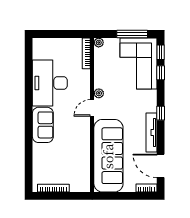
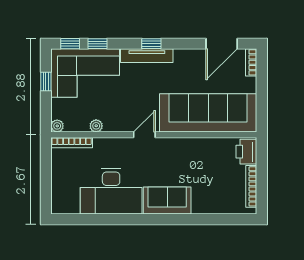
window: (132, 34) -> (46, 81), width x0.46
plant: (99, 93) -> (96, 126), moved
door: (92, 108) -> (144, 135), swing flipped
tv unit: (151, 133) -> (147, 56), moved
printer: (79, 184) -> (246, 152), added

